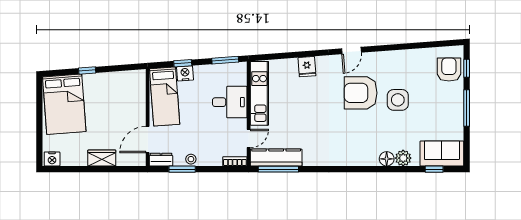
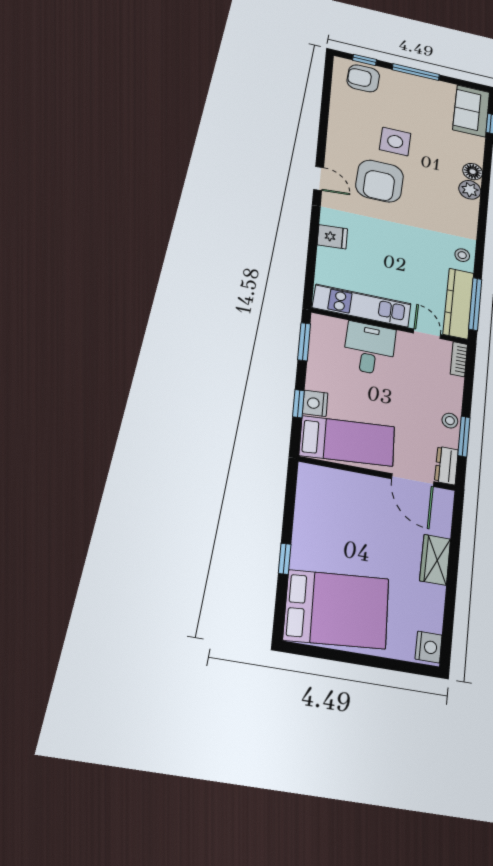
stool: (314, 157) -> (462, 255), added
plant: (403, 158) -> (470, 190), moved

